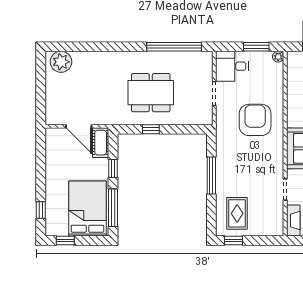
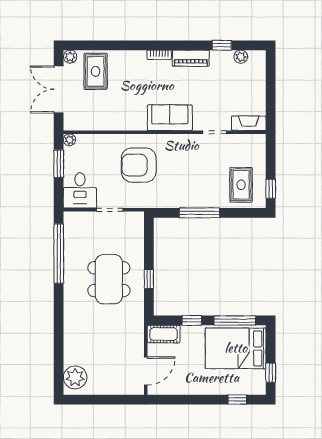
door: (79, 126) -> (146, 371), moved
rug: (237, 213) -> (241, 185), turned 90

